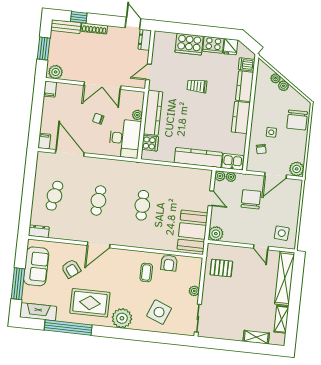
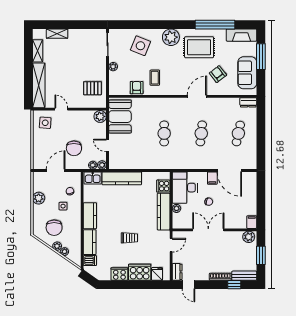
fridge: (231, 47) -> (157, 274), moved
chair: (297, 120) -> (54, 228), moved, turned 180
filing cabinet: (44, 141) -> (212, 178), moved
plant: (297, 169) -> (39, 198), moved

